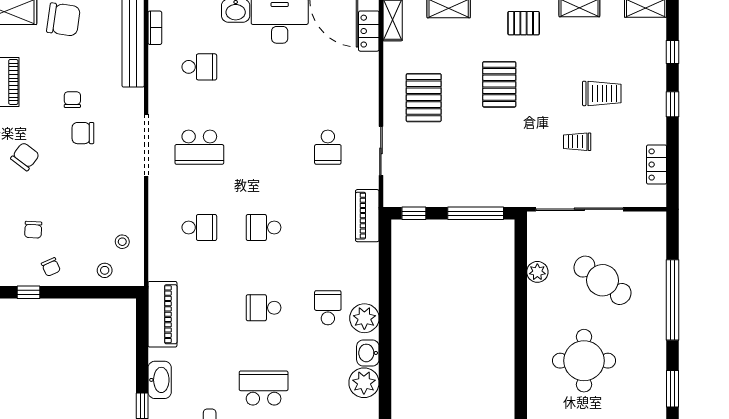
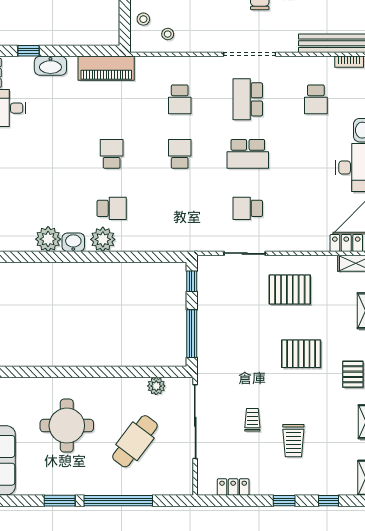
piano: (367, 216) -> (190, 242), removed
plant: (537, 272) -> (156, 386), moved
school desk: (264, 388) -> (248, 154), moved, turned 90
window: (673, 389) -> (60, 501), moved

